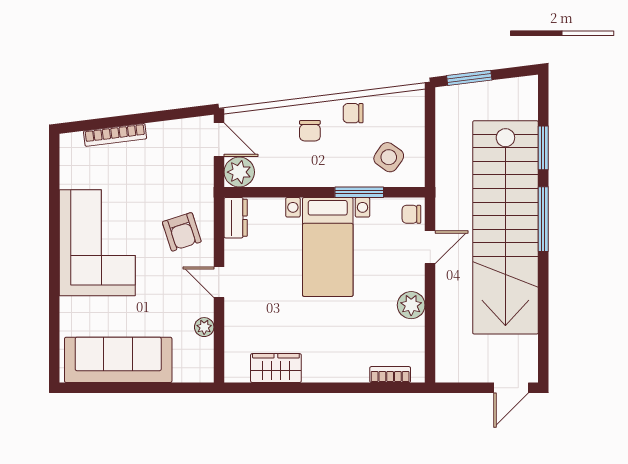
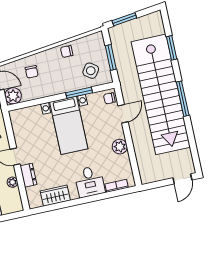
chair: (310, 131) -> (32, 72), moved
window: (430, 141) -> (111, 57), added
dresser: (236, 218) -> (28, 175), moved
window: (543, 219) -> (183, 99), moved
desk: (343, 356) -> (90, 182), added

